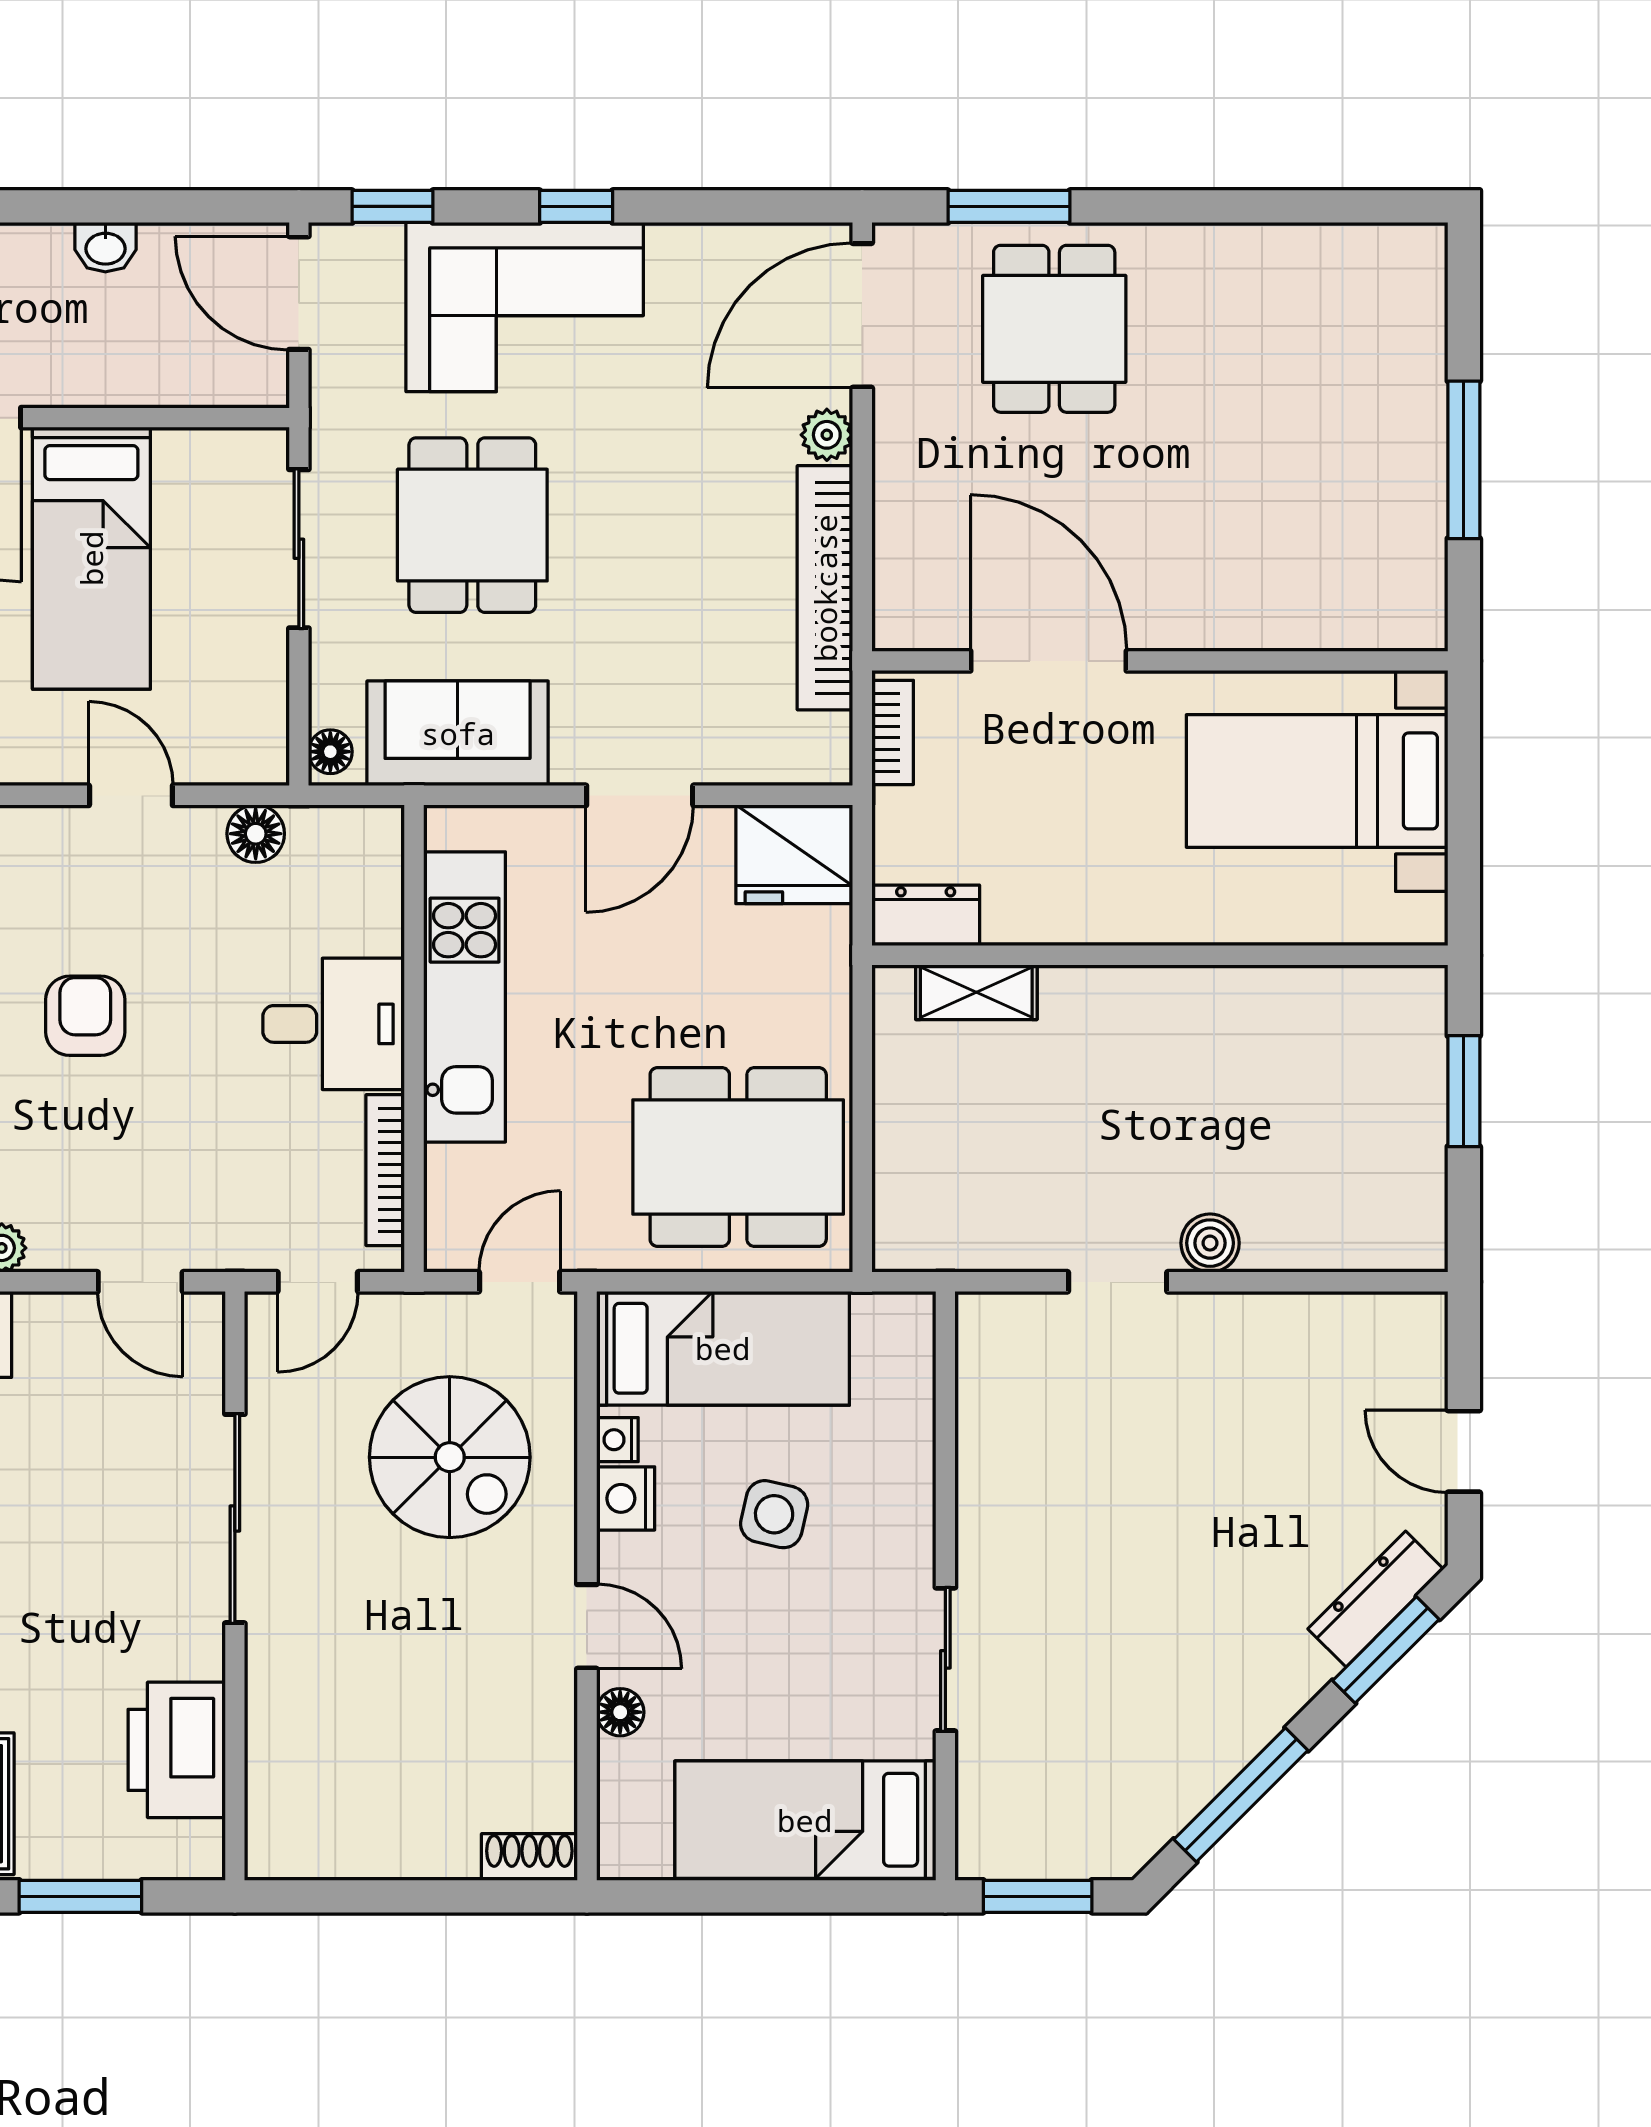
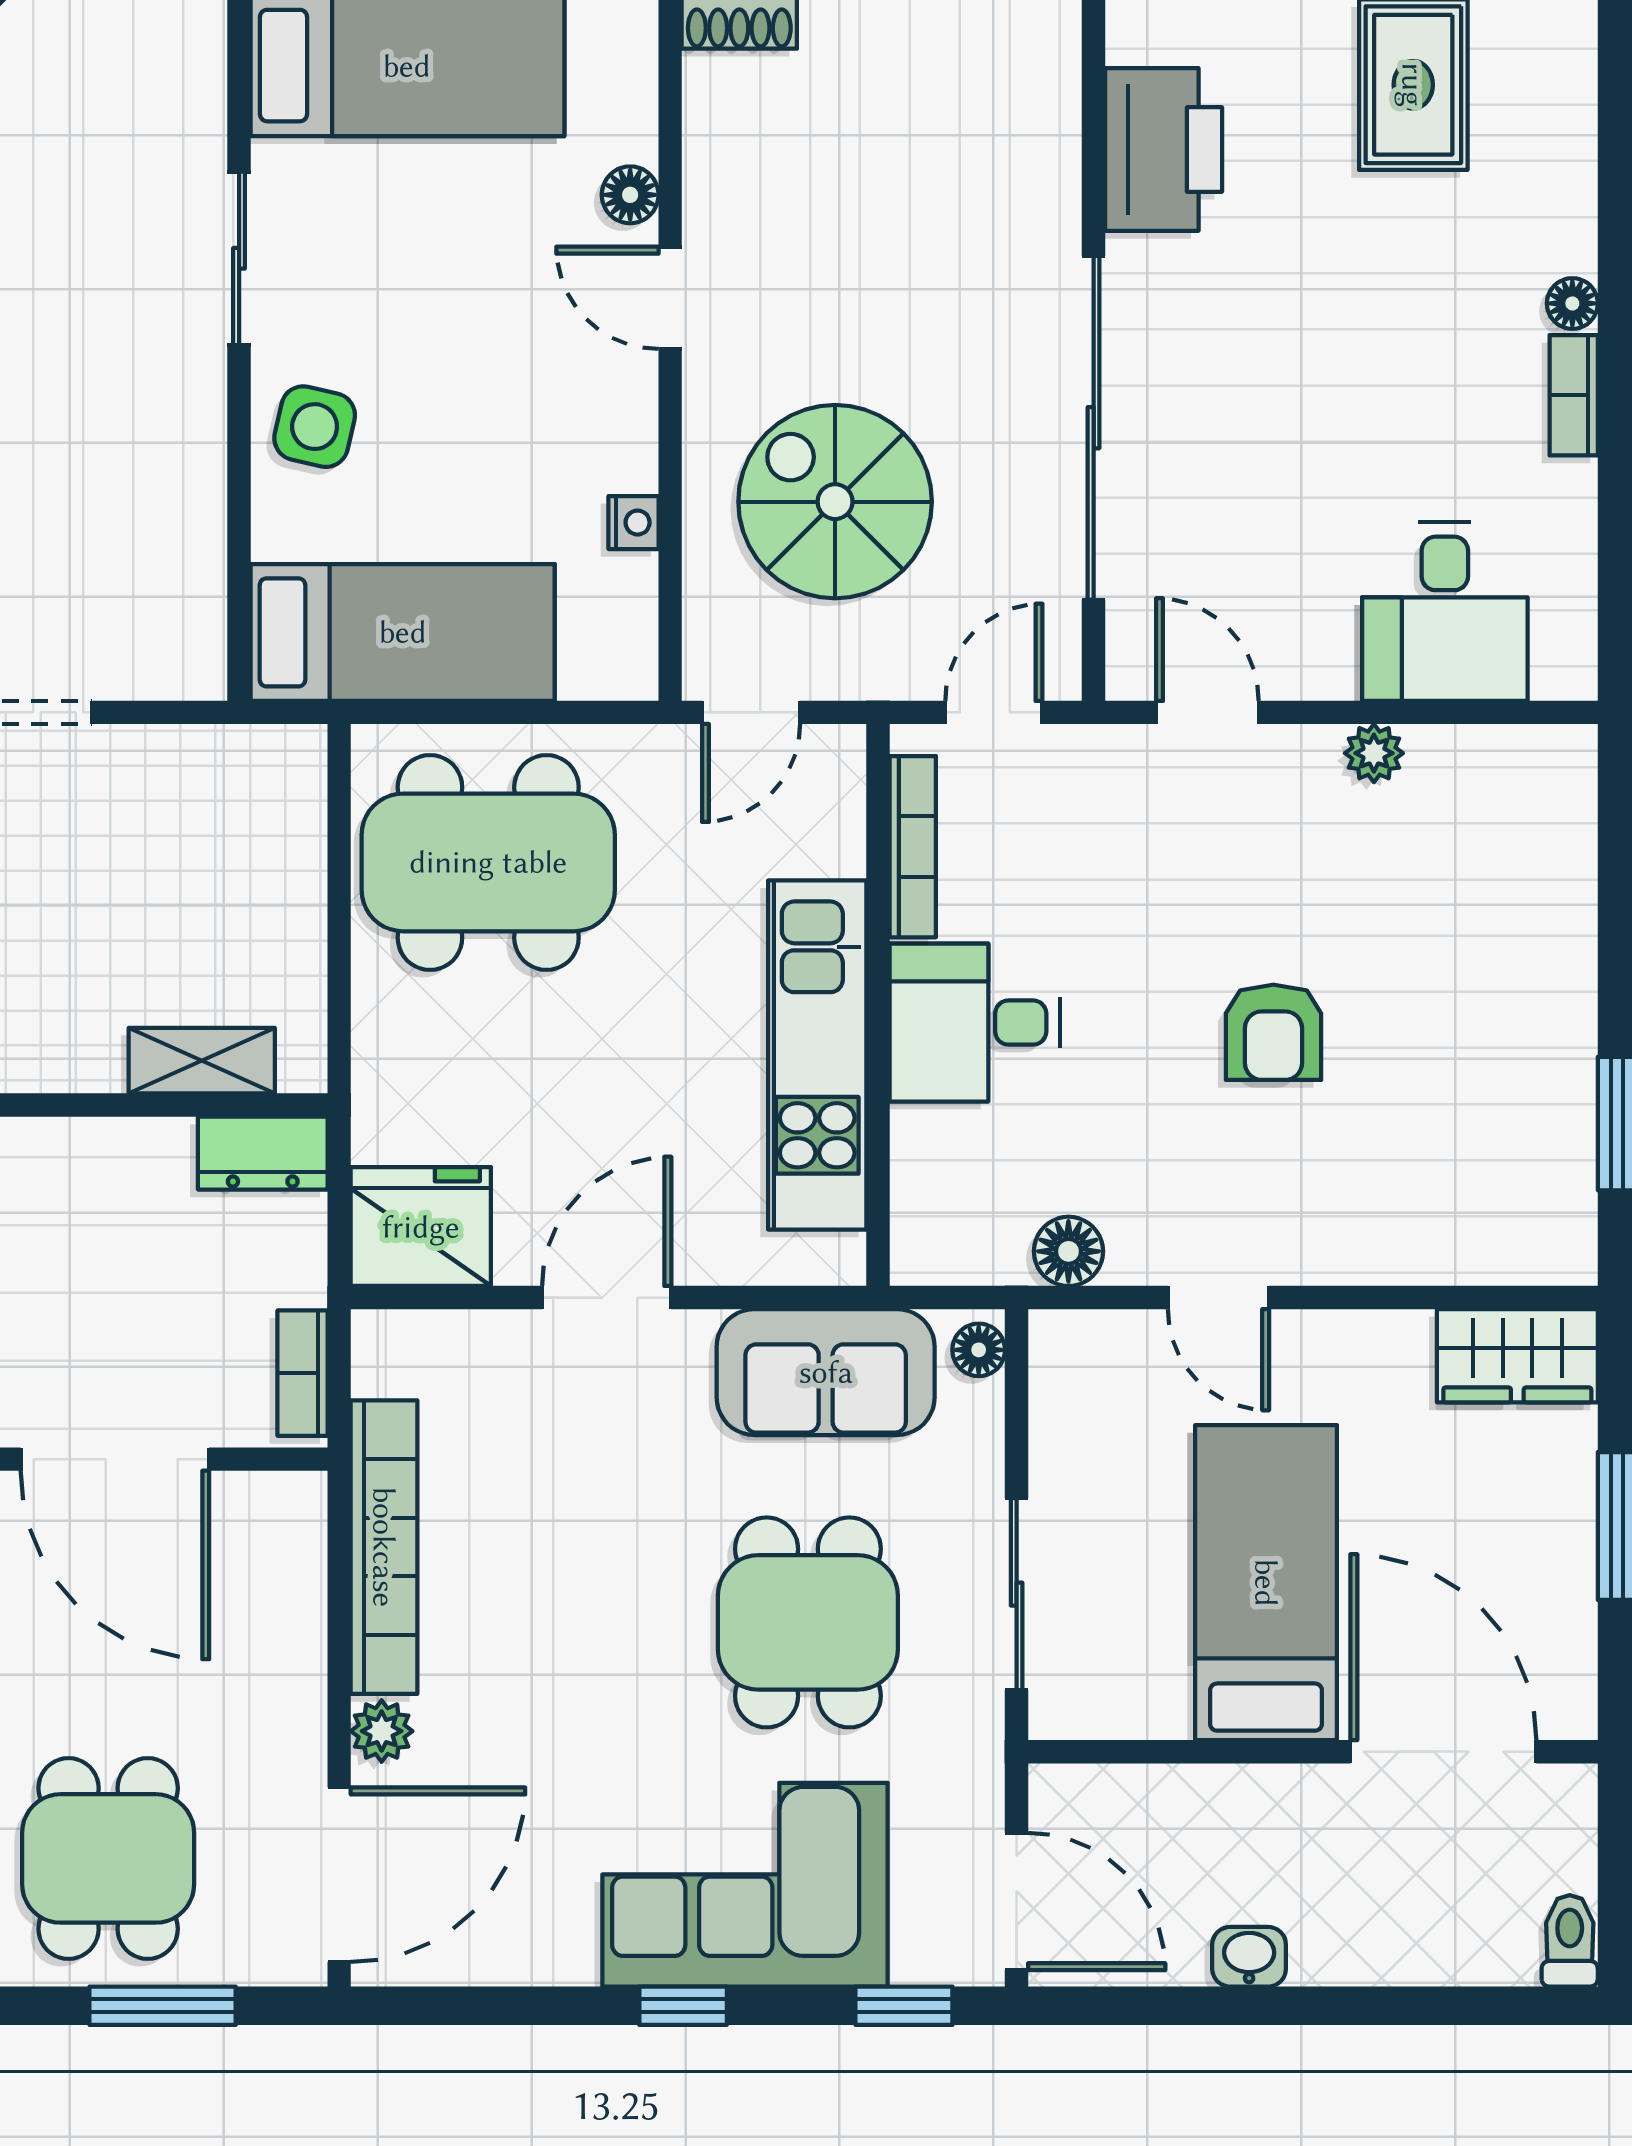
bed: (723, 1348) -> (403, 632), moved, turned 180
nightstand: (626, 1498) -> (624, 452), removed
side table: (774, 1514) -> (315, 427), moved
sliding door: (235, 1519) -> (1094, 428), width x1.36

